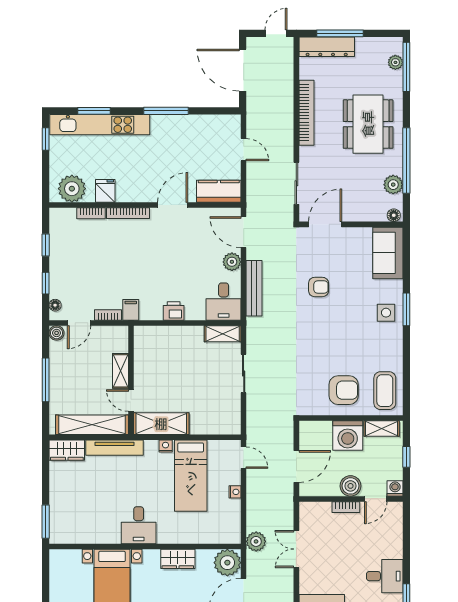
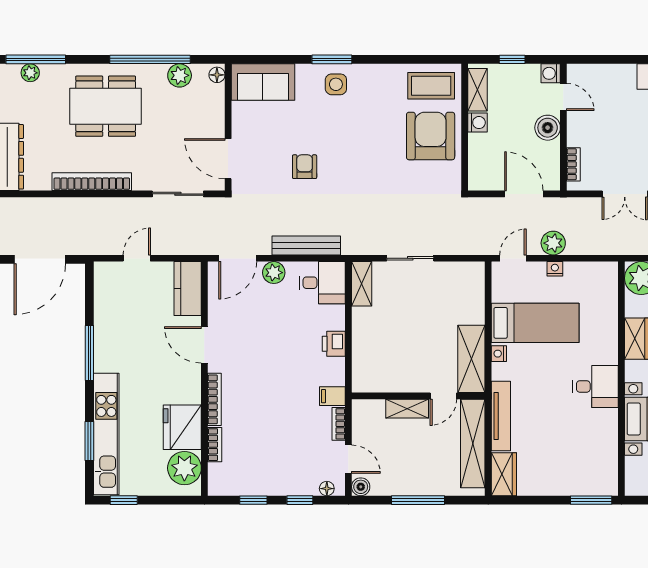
fridge: (105, 191) -> (182, 427), width x1.88, depth x1.34
armchair: (344, 390) -> (431, 136), width x1.36, depth x1.36
washing machine: (348, 436) -> (477, 123), width x0.53, depth x0.53
bookcase: (346, 507) -> (573, 164), moved
plant: (256, 541) -> (553, 243), moved

